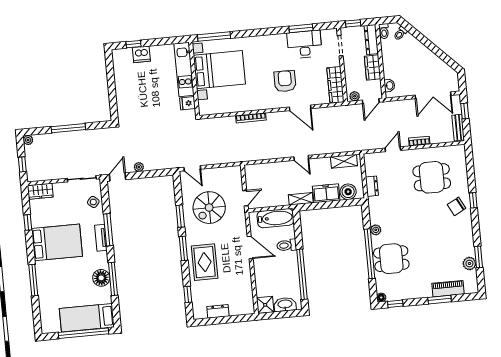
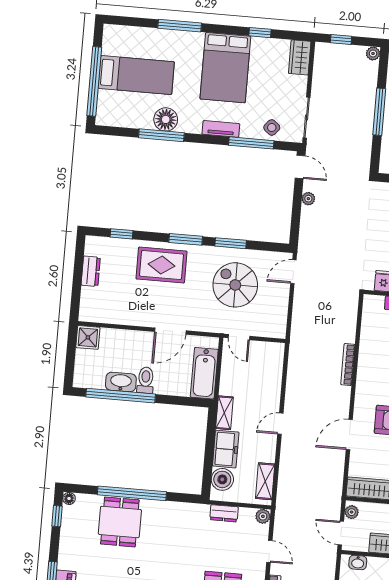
window: (108, 230) -> (251, 143), moved
plant: (376, 230) -> (263, 516), moved
toilet: (287, 245) -> (146, 380), moved
washbasin: (285, 304) -> (121, 382), moved, turned -90
bed: (87, 318) -> (136, 75), moved, turned 90

